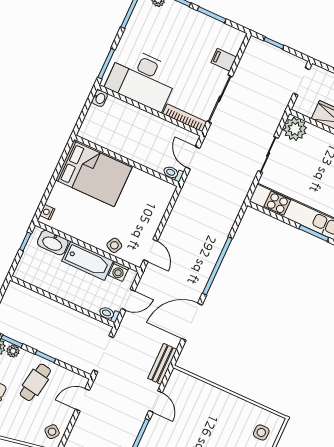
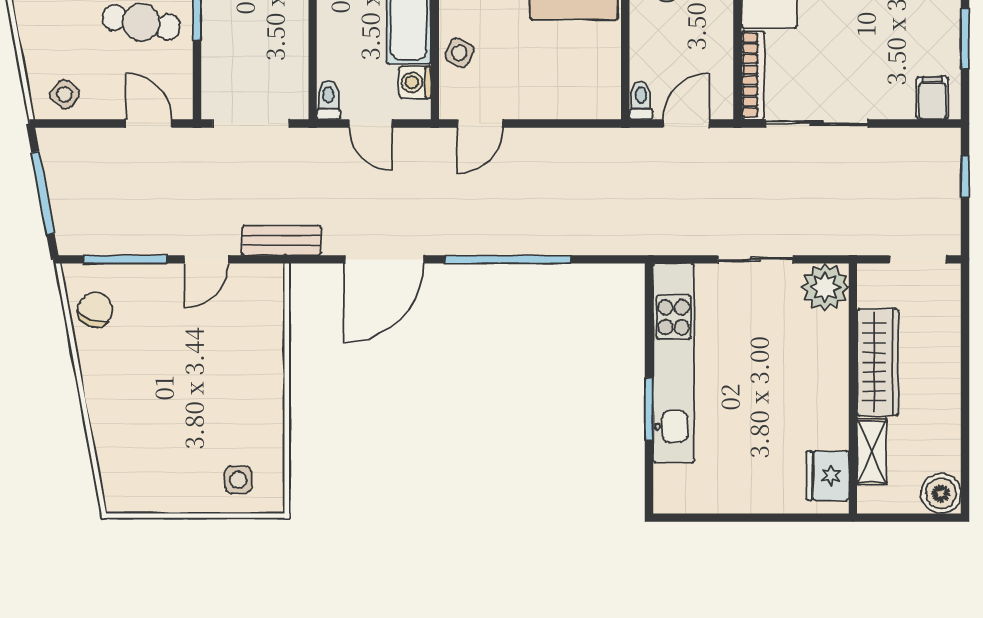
filing cabinet: (224, 60) -> (932, 98), moved
door: (192, 322) -> (384, 259), swing flipped

